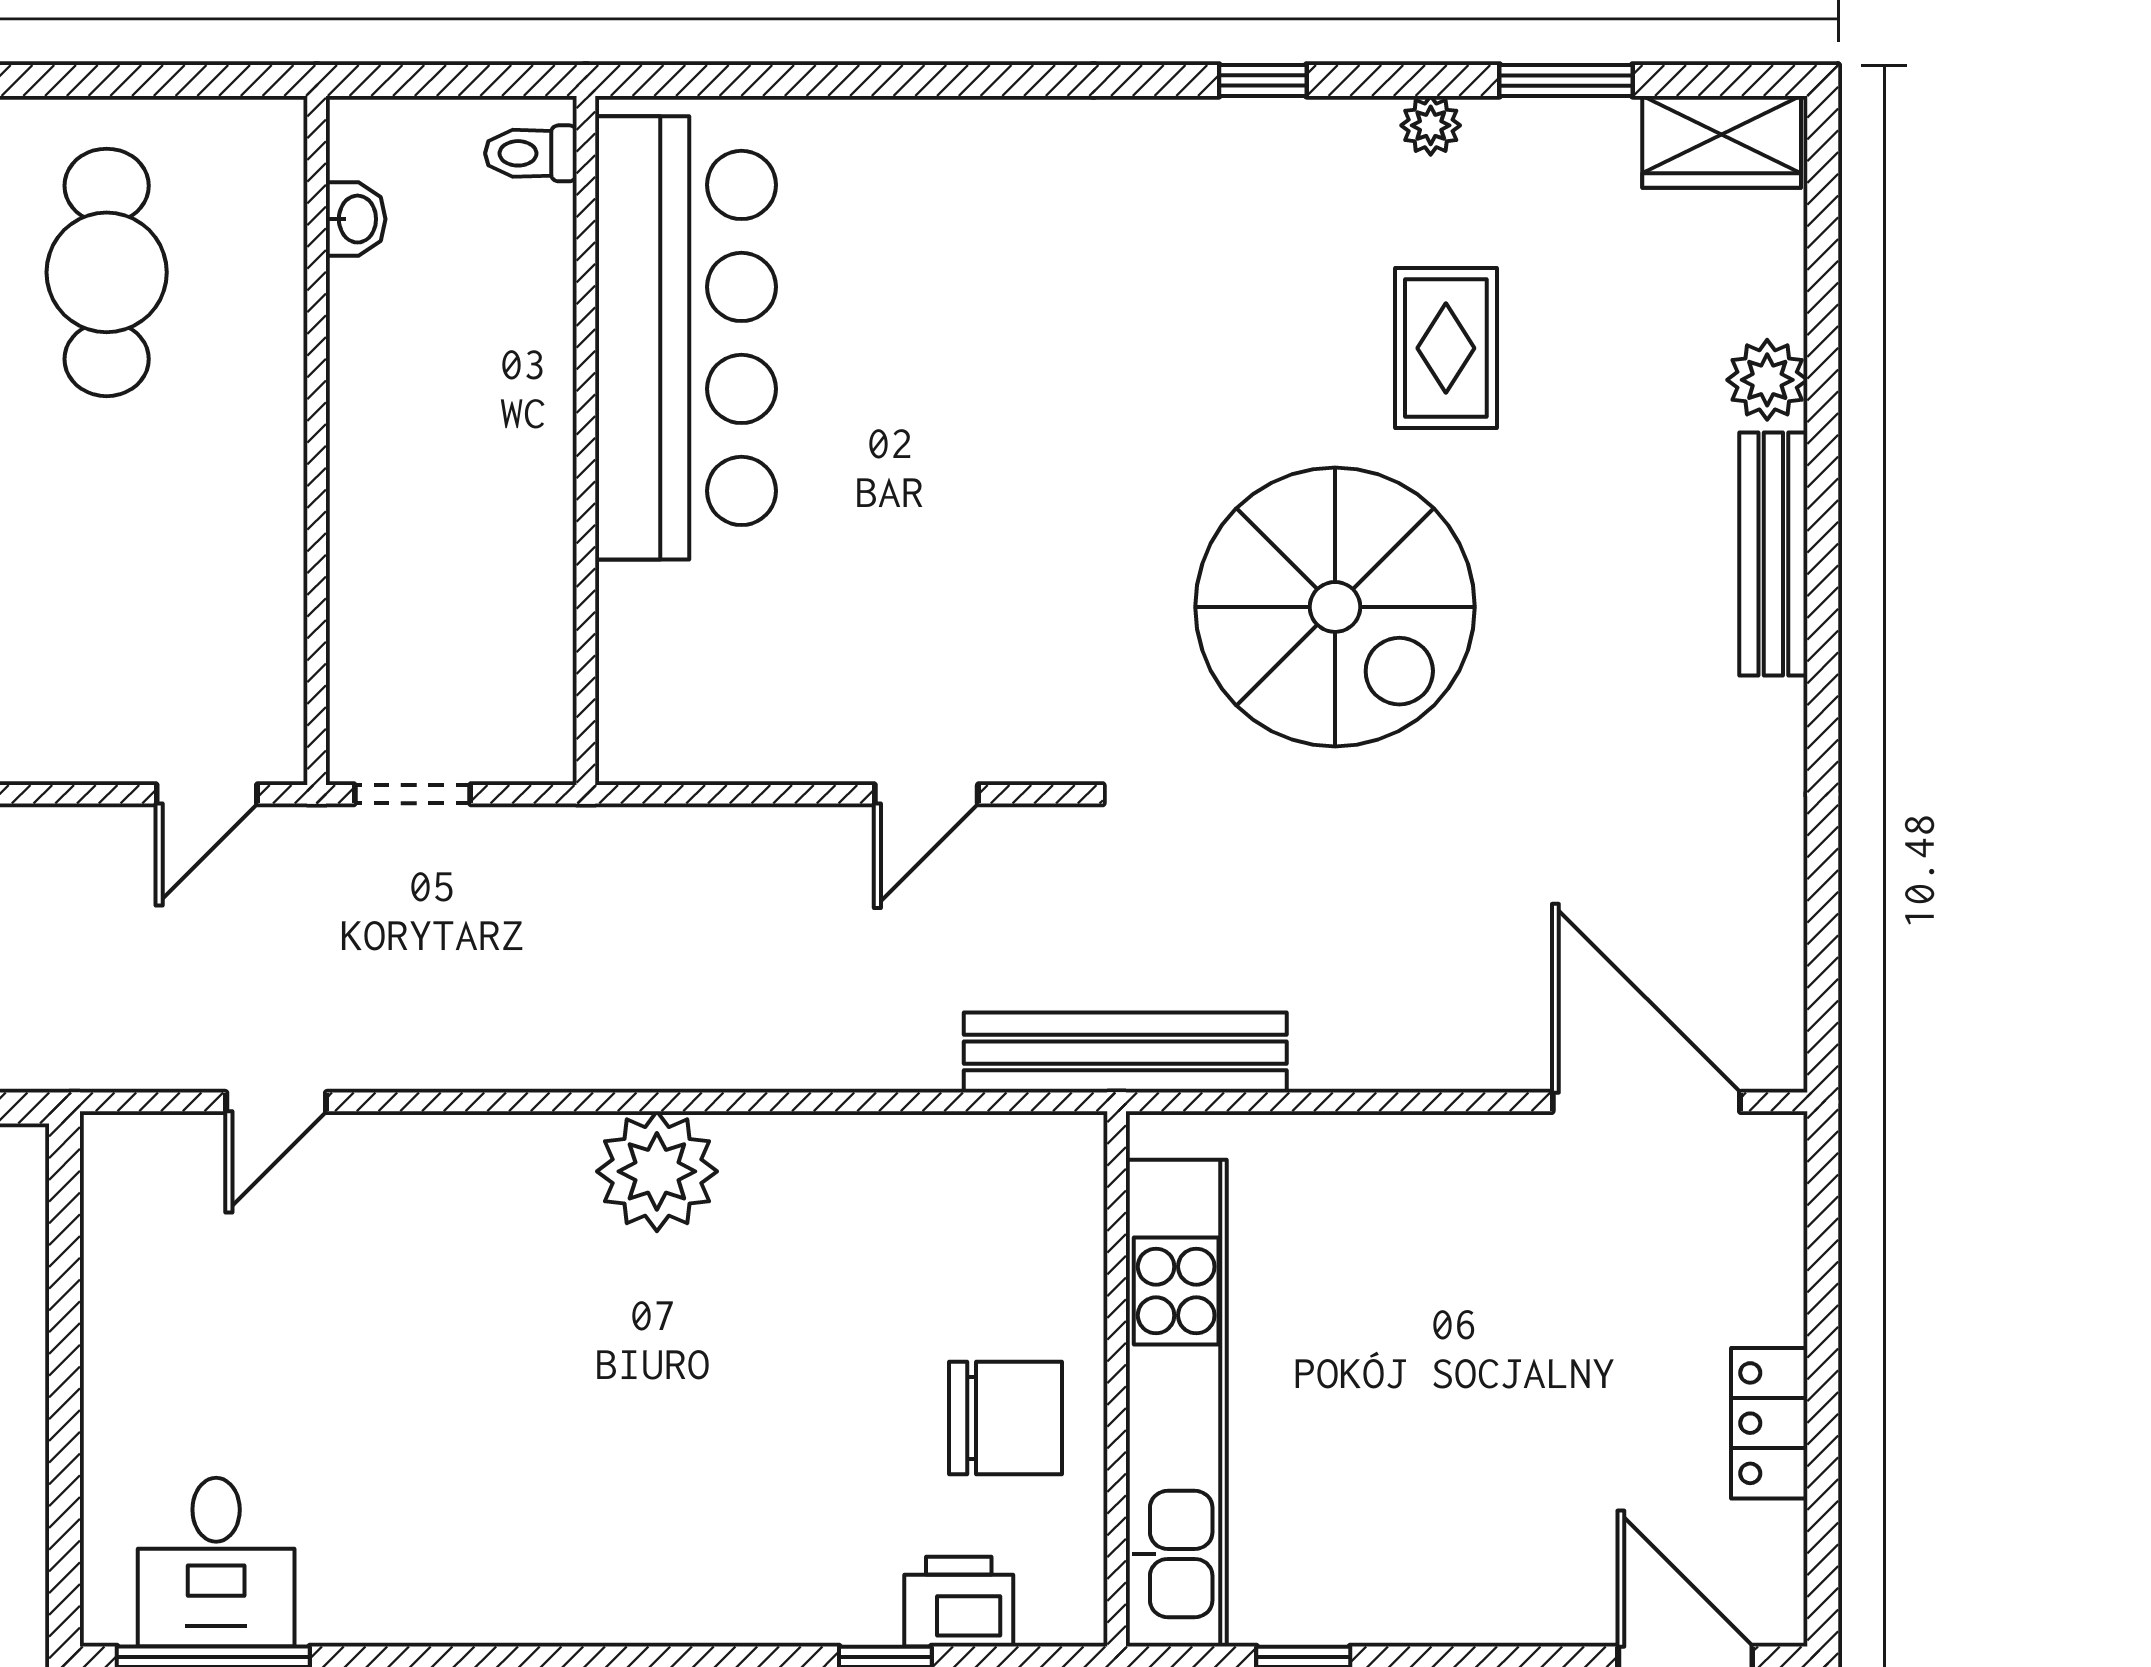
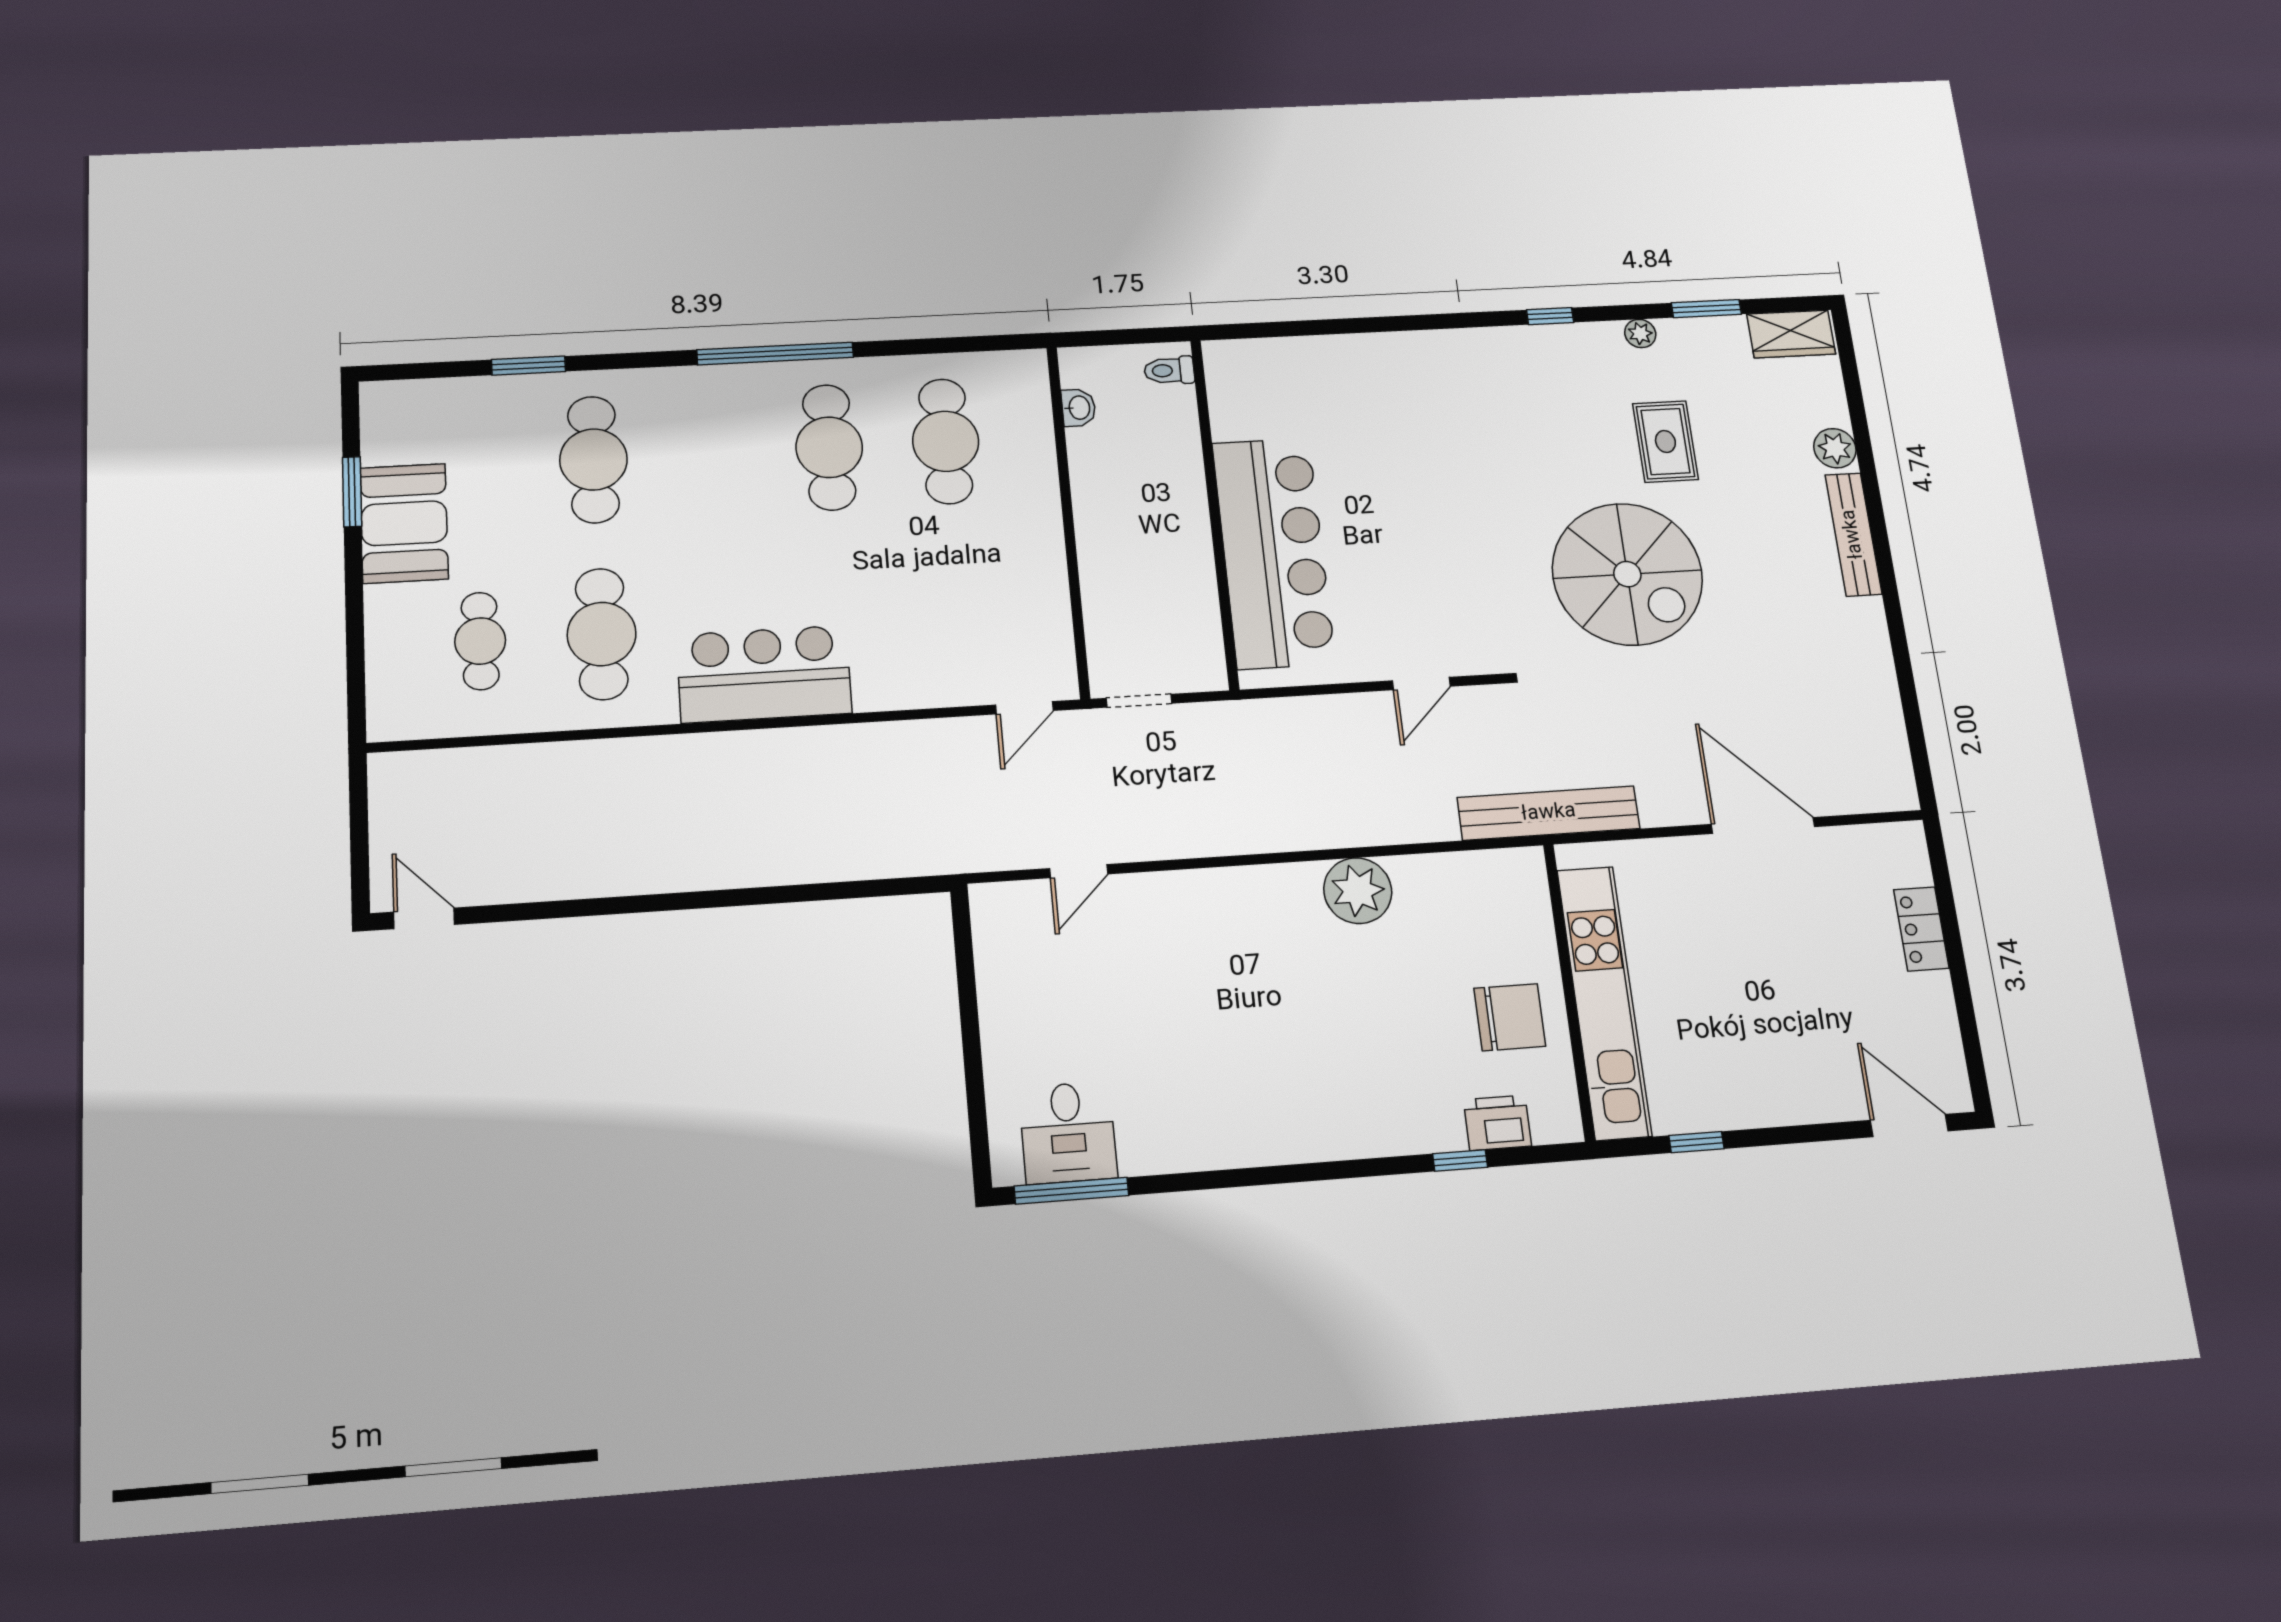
bar counter: (685, 338) -> (1273, 553), moved
door: (1646, 1102) -> (1763, 826), moved
plant: (657, 1171) -> (1358, 891), moved
locker: (1769, 1423) -> (1921, 929), moved

